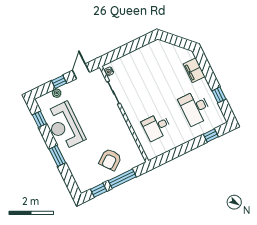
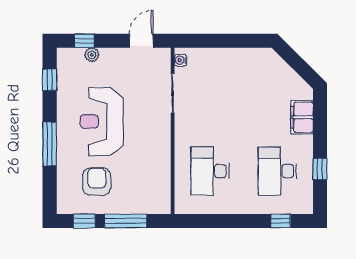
window: (59, 82) -> (84, 41), moved
reception desk: (65, 126) -> (102, 121), moved
desk: (157, 127) -> (210, 171), width x1.37
window: (57, 156) -> (50, 144), width x1.44
armchair: (110, 160) -> (97, 182), moved, turned 128

